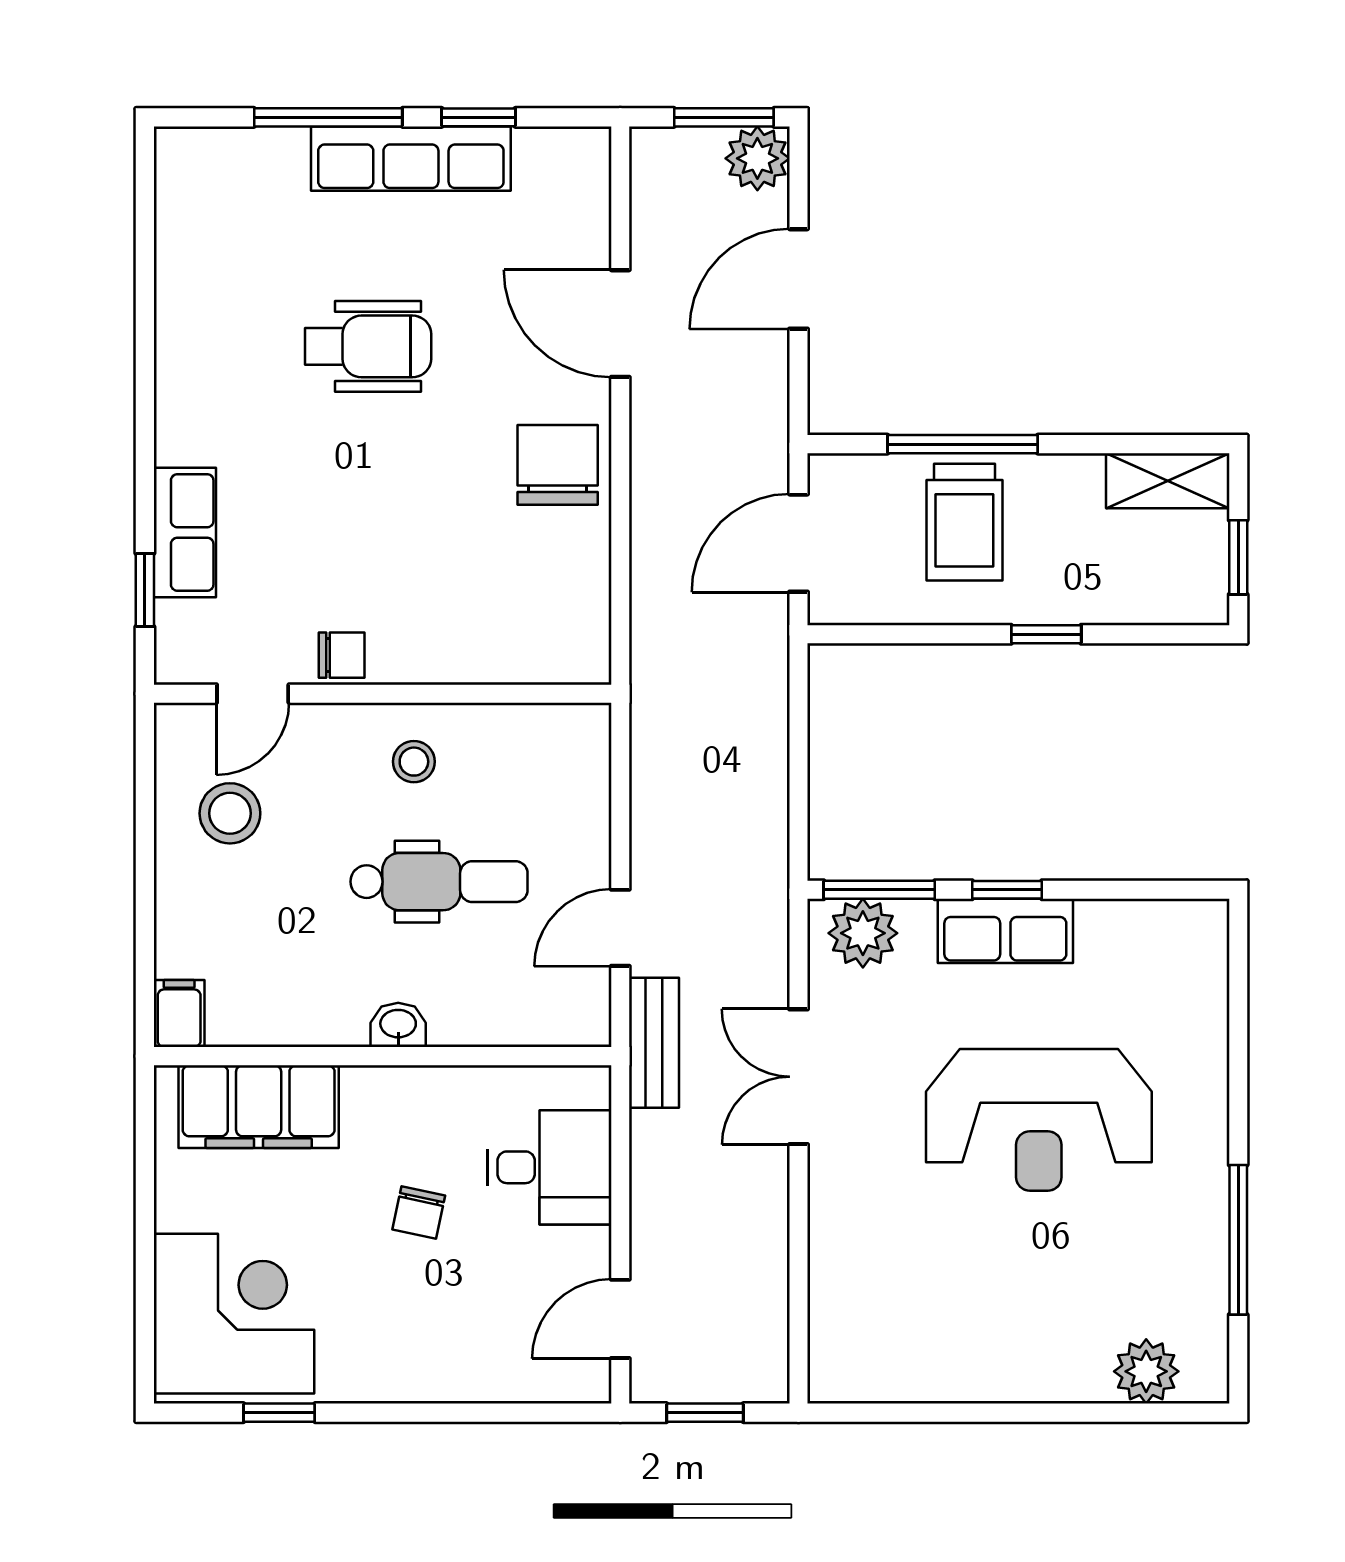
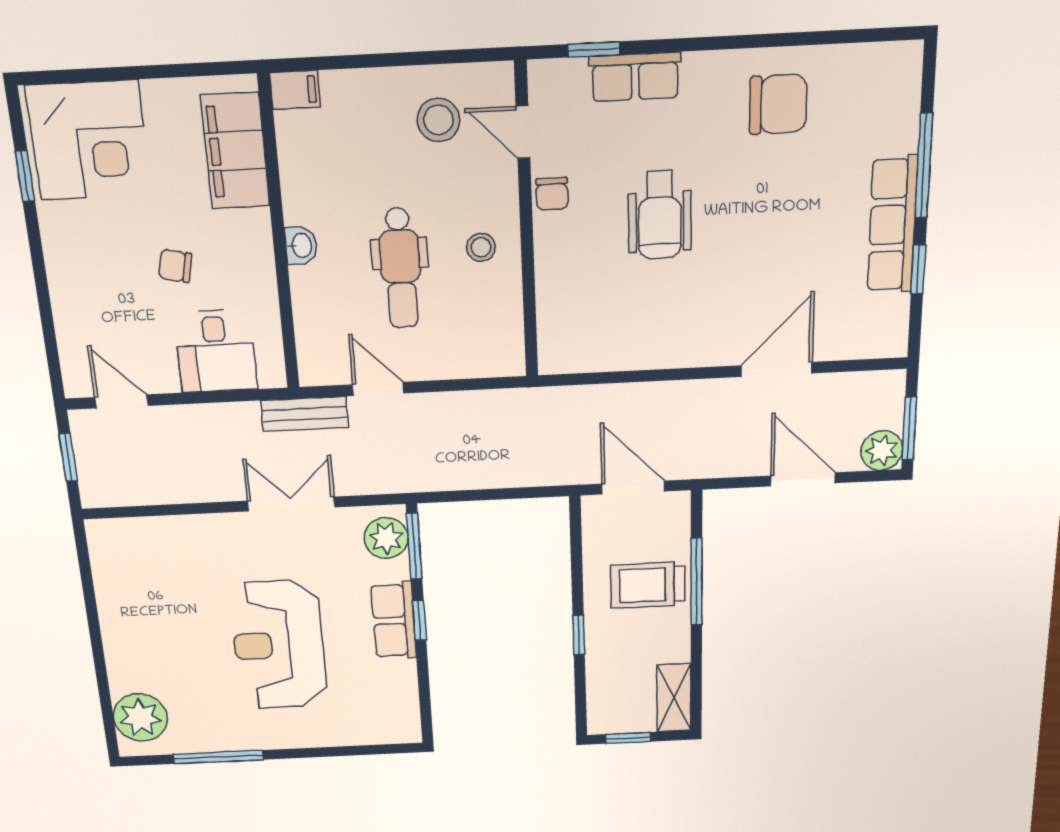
wheelchair: (368, 346) -> (660, 215), moved
chair: (558, 465) -> (778, 104), moved
plant: (1146, 1371) -> (140, 717), width x1.36, depth x1.36

